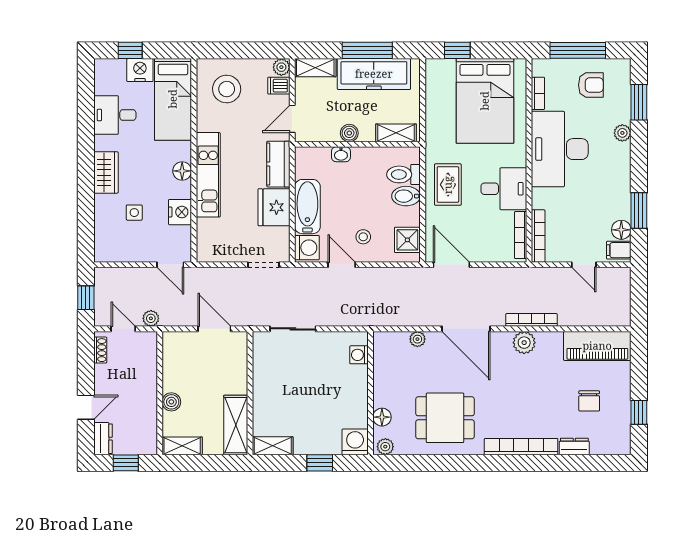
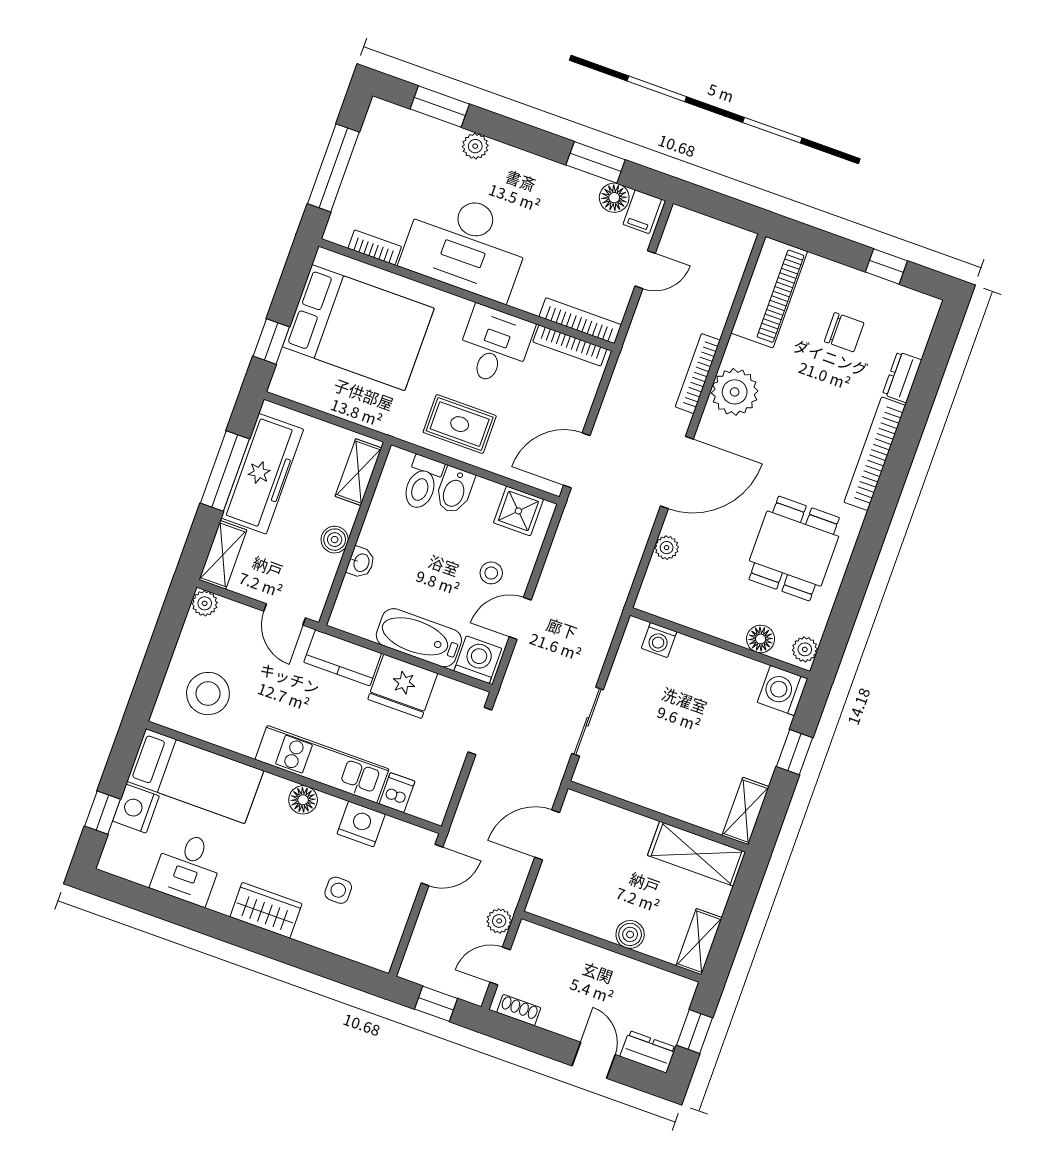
armchair: (591, 85) -> (390, 167), removed
dishwasher: (279, 86) -> (397, 793), moved, turned 180
plant: (524, 343) -> (735, 392), width x1.36, depth x1.36

